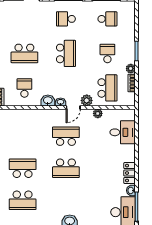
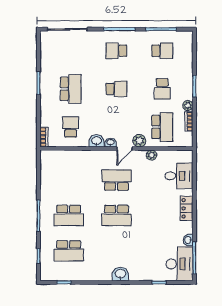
school desk: (24, 53) -> (71, 89), turned -90
school desk: (66, 53) -> (116, 89), width x0.54
school desk: (107, 53) -> (162, 89), turned 180
school desk: (23, 168) -> (69, 215), turned 180
locker: (130, 173) -> (187, 208), moved

